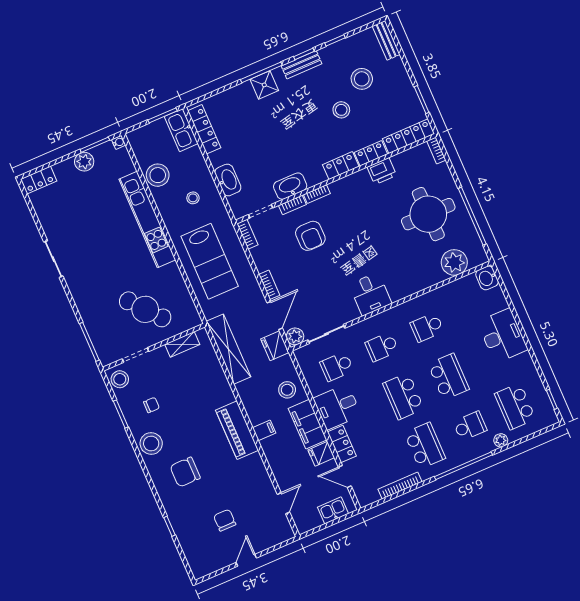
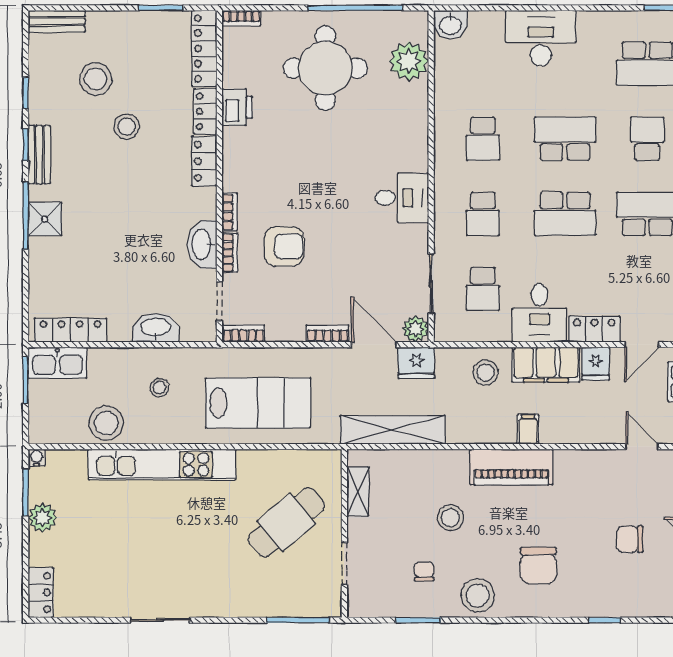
stool: (120, 379) -> (450, 518), moved

